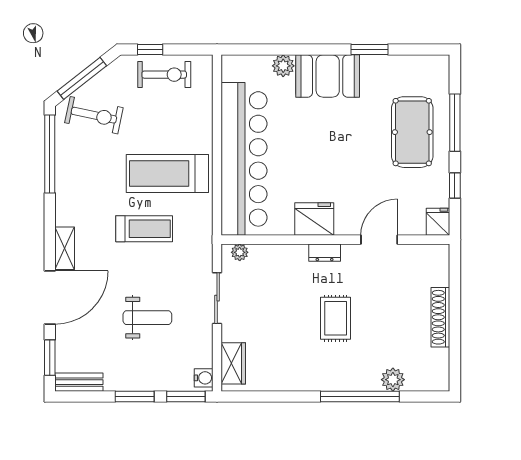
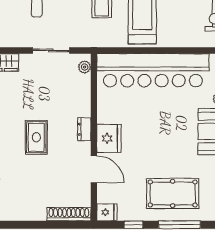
fridge: (314, 219) -> (109, 138), moved
shoe rack: (440, 317) -> (69, 214), moved
rug: (336, 318) -> (36, 137), turned 90

